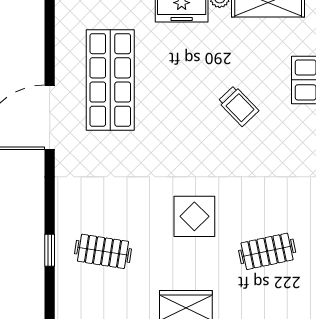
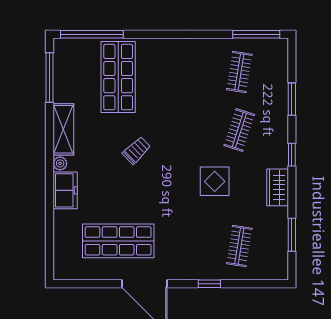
window: (50, 250) -> (209, 284), moved
clothes rail: (267, 251) -> (239, 130), turned 30

